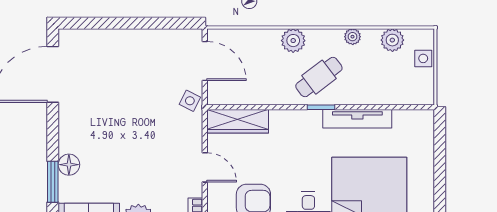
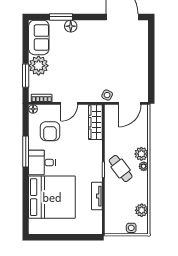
plant: (353, 37) -> (144, 166), moved
tv unit: (357, 119) -> (97, 196), width x0.71

